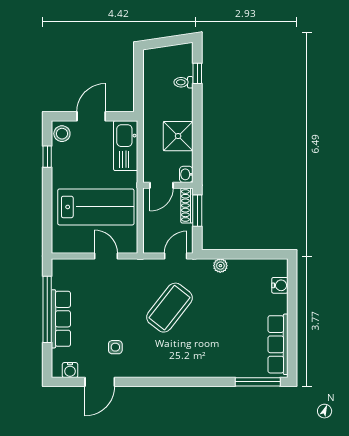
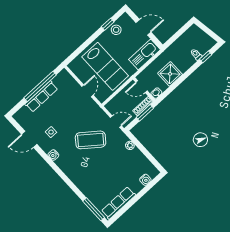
stool: (62, 134) -> (116, 30), moved
water cooler: (70, 370) -> (53, 155), moved

